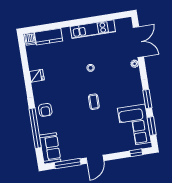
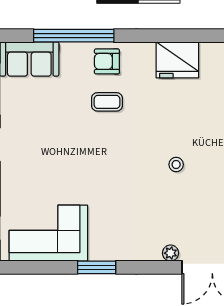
fridge: (37, 76) -> (177, 60), width x1.88, depth x1.34
coffee table: (94, 102) -> (107, 102), moved
window: (152, 126) -> (41, 267), removed

